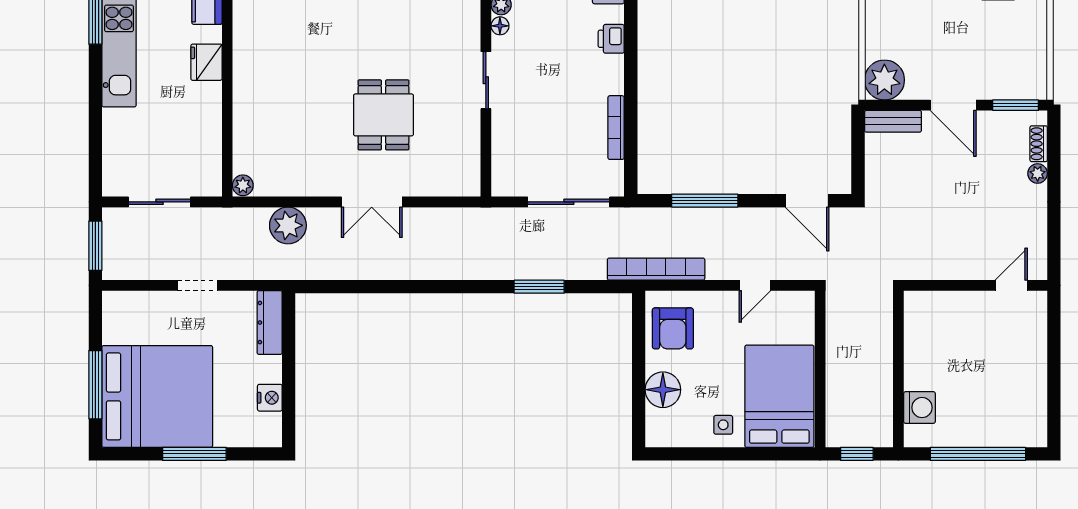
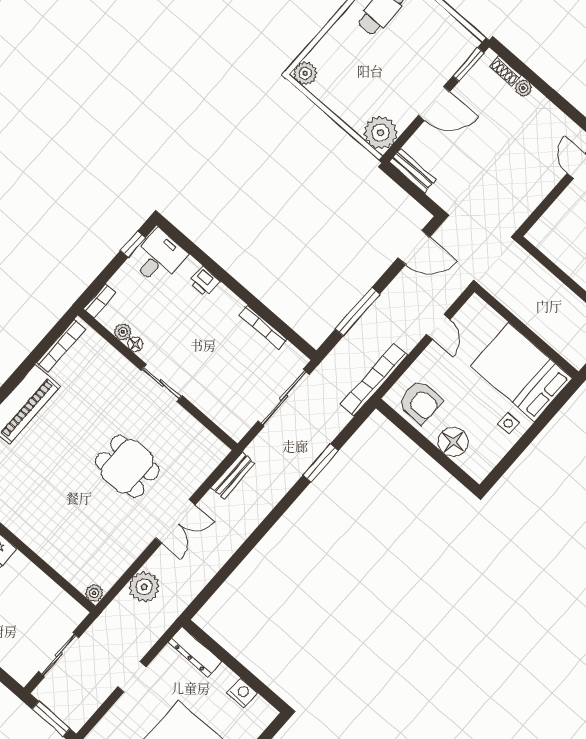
bench: (893, 121) -> (412, 171), moved, turned 90
bench: (459, 218) -> (233, 476), added

